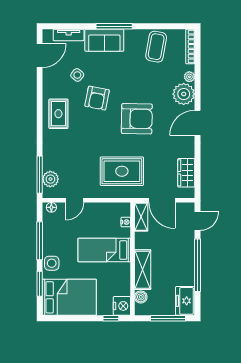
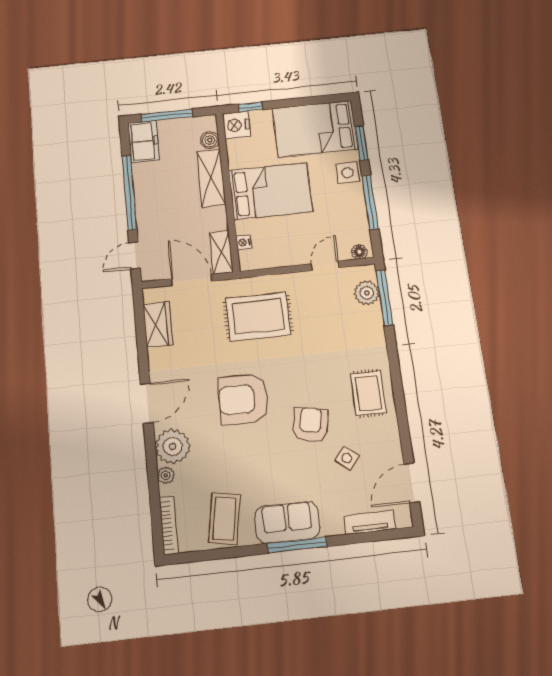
sofa: (104, 40) -> (287, 522), moved
bed: (104, 250) -> (271, 191), width x1.50

